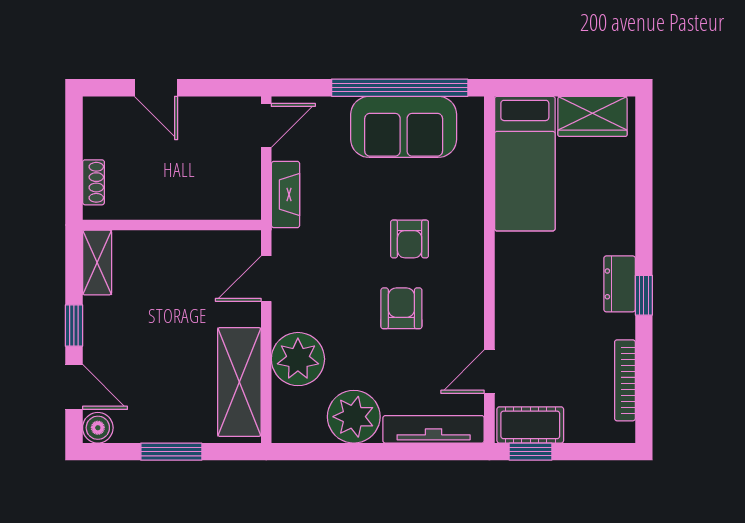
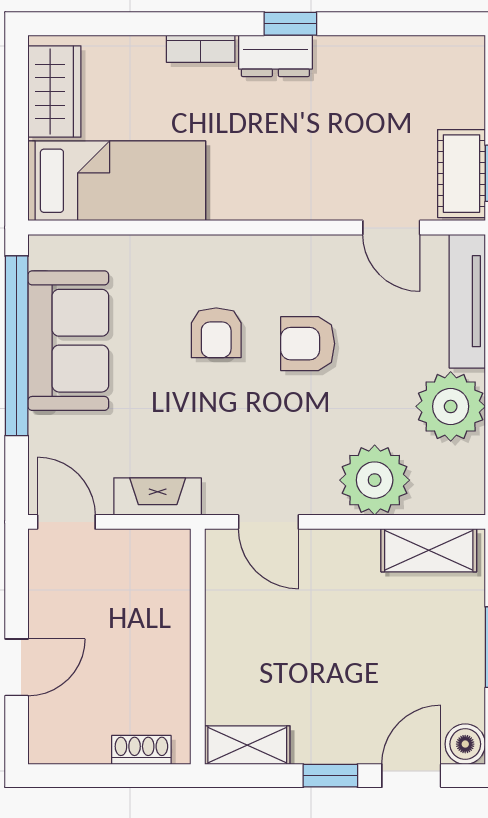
armchair: (410, 239) -> (216, 333), turned 90
bookcase: (625, 380) -> (201, 49), moved, width x0.64
shelving: (239, 382) -> (429, 550), width x0.67, depth x0.75

